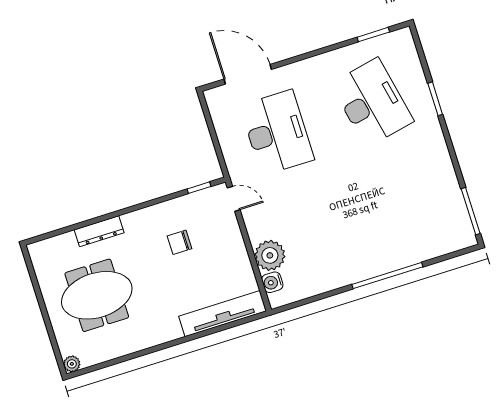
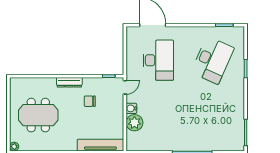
desk: (372, 103) -> (212, 60), turned 36
door: (234, 199) -> (125, 87), hinge flipped
dresser: (99, 231) -> (69, 82), moved
water cooler: (272, 282) -> (131, 108), moved

